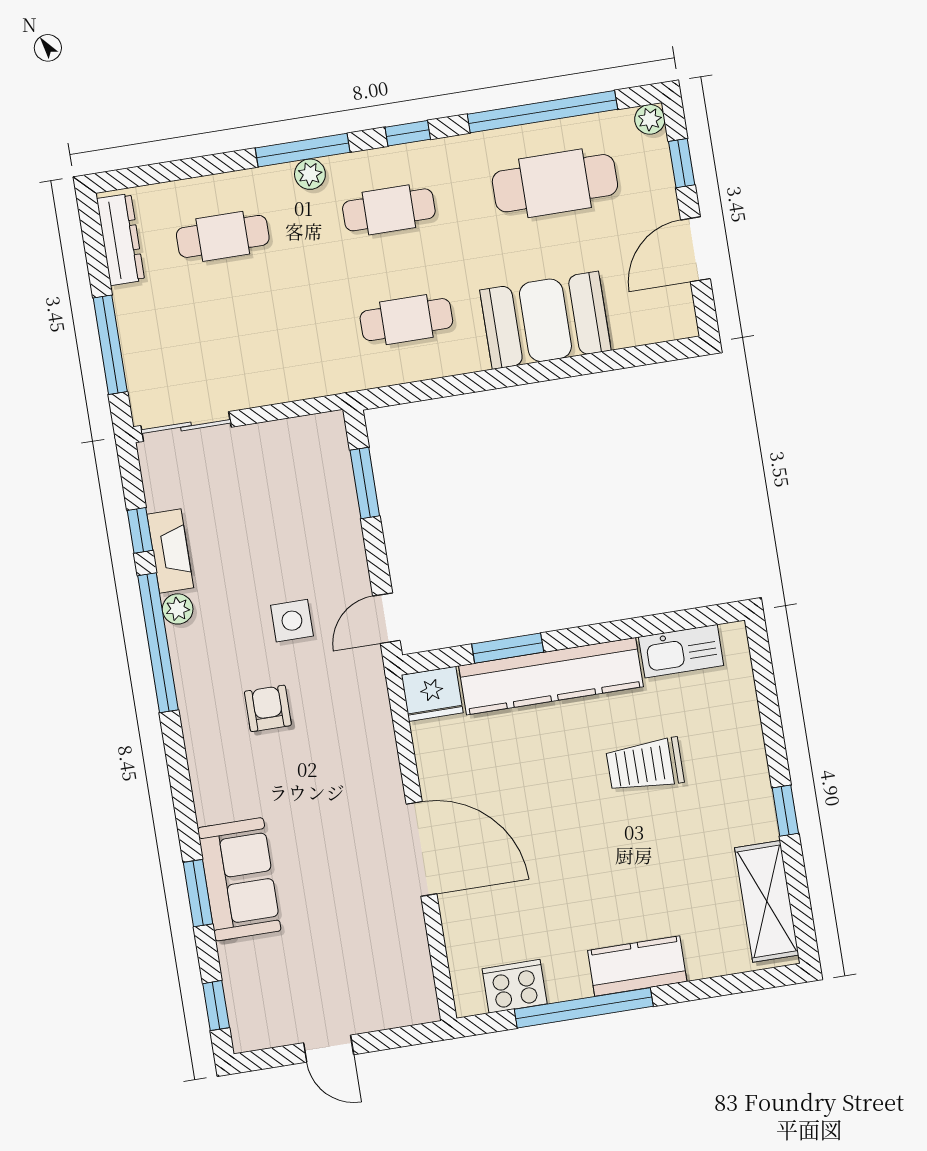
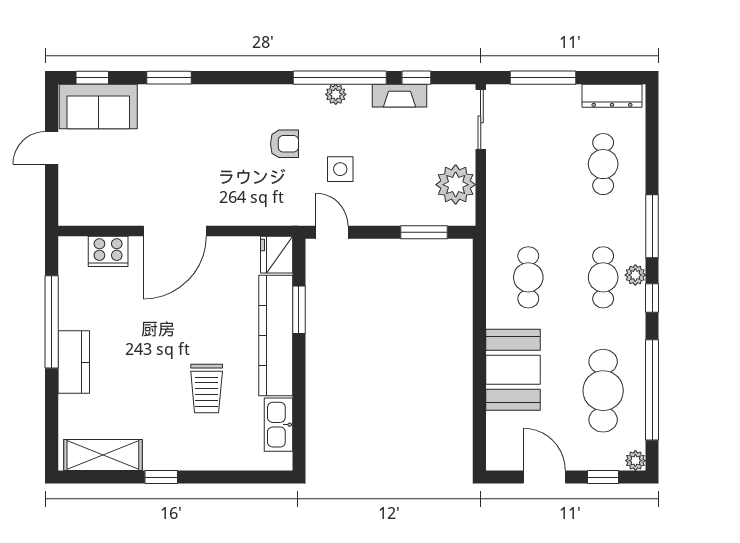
plant: (310, 174) -> (635, 275), moved
plant: (287, 448) -> (456, 185), added
plant: (178, 609) -> (336, 94), moved
trolley: (645, 765) -> (207, 389), turned 180
sofa: (239, 879) -> (98, 107), moved
cooker: (515, 986) -> (108, 251), moved, turned 90

